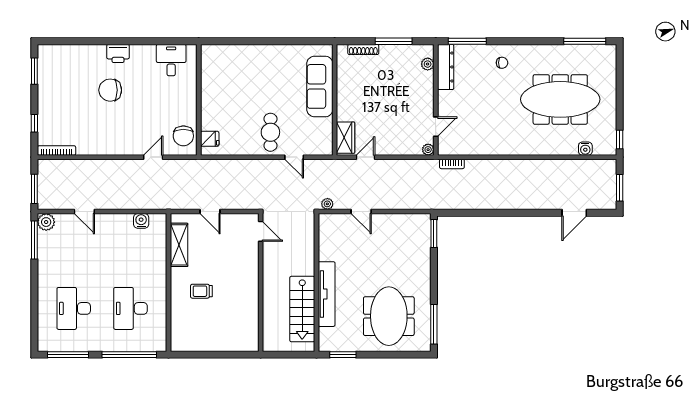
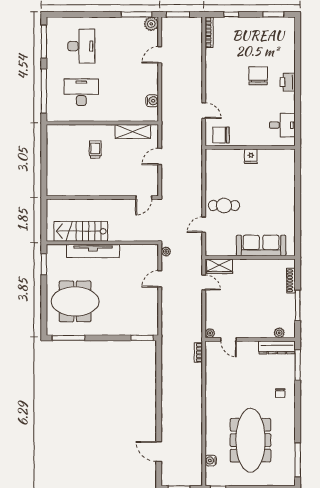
fridge: (210, 139) -> (251, 156), moved
desk: (74, 308) -> (81, 46), turned 90

